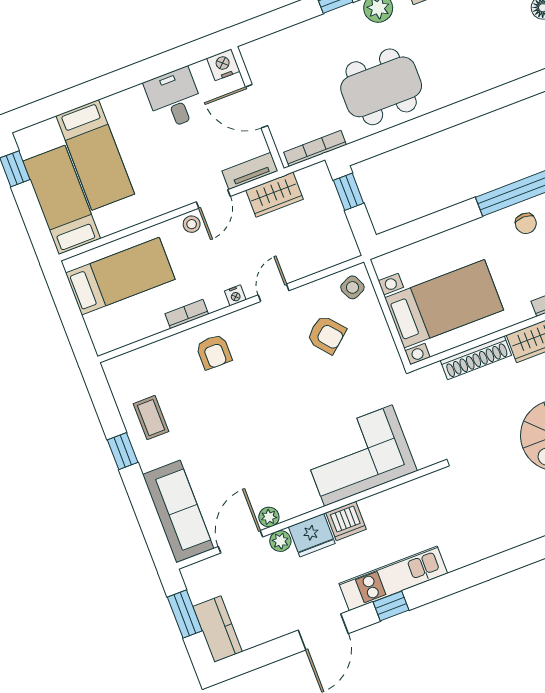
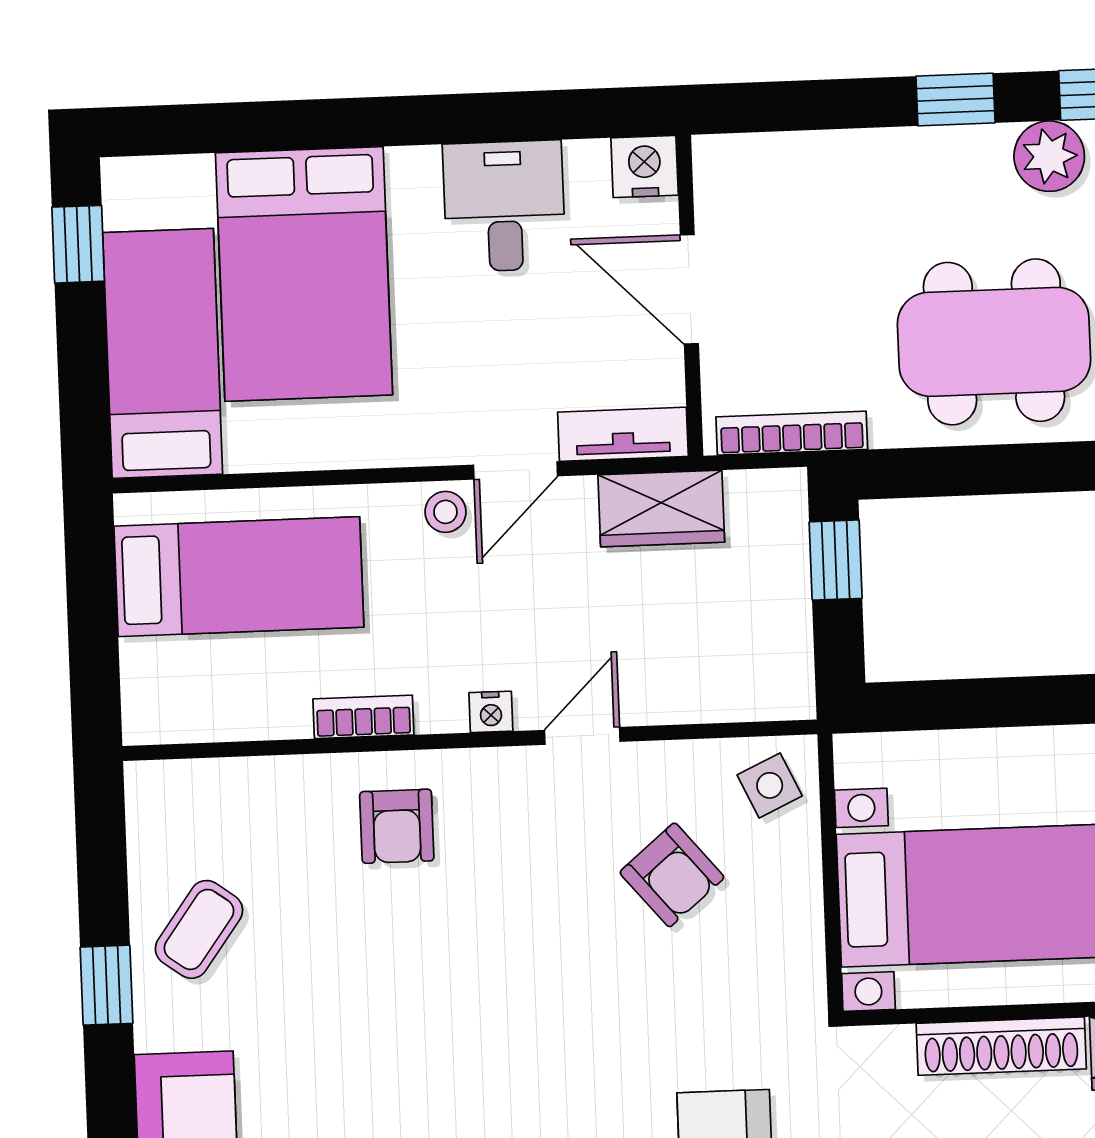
bed: (95, 155) -> (304, 274), width x1.50
coffee table: (151, 418) -> (199, 929), turned 36

